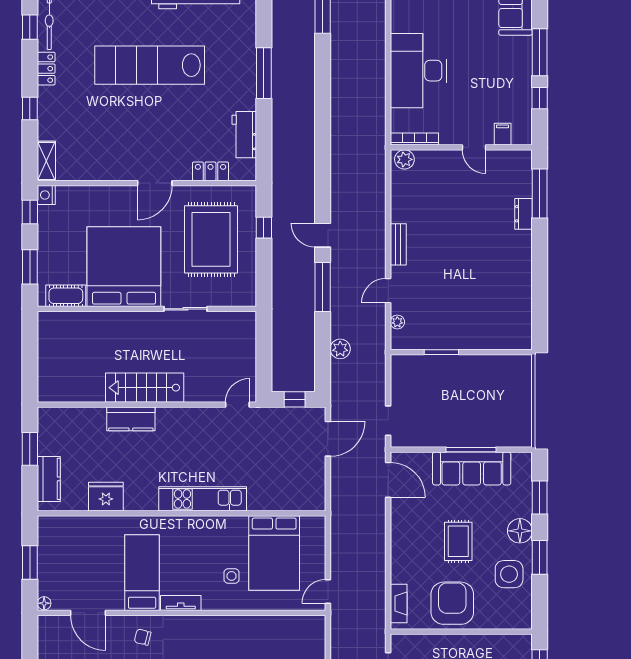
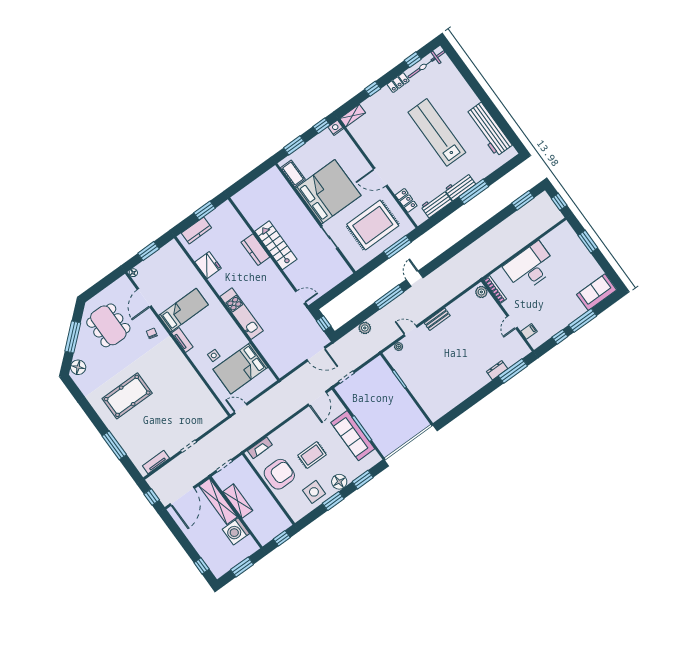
workbench: (244, 86) -> (460, 187), added
window: (264, 228) -> (397, 247), width x2.17

